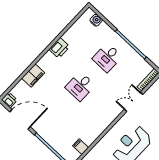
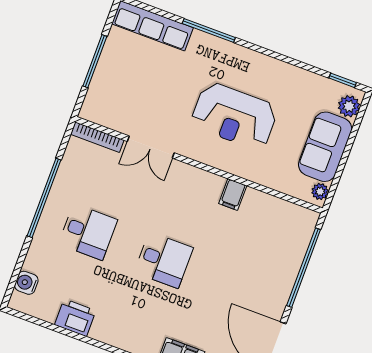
printer: (59, 48) -> (75, 318), moved
filing cabinet: (81, 147) -> (233, 195), moved

